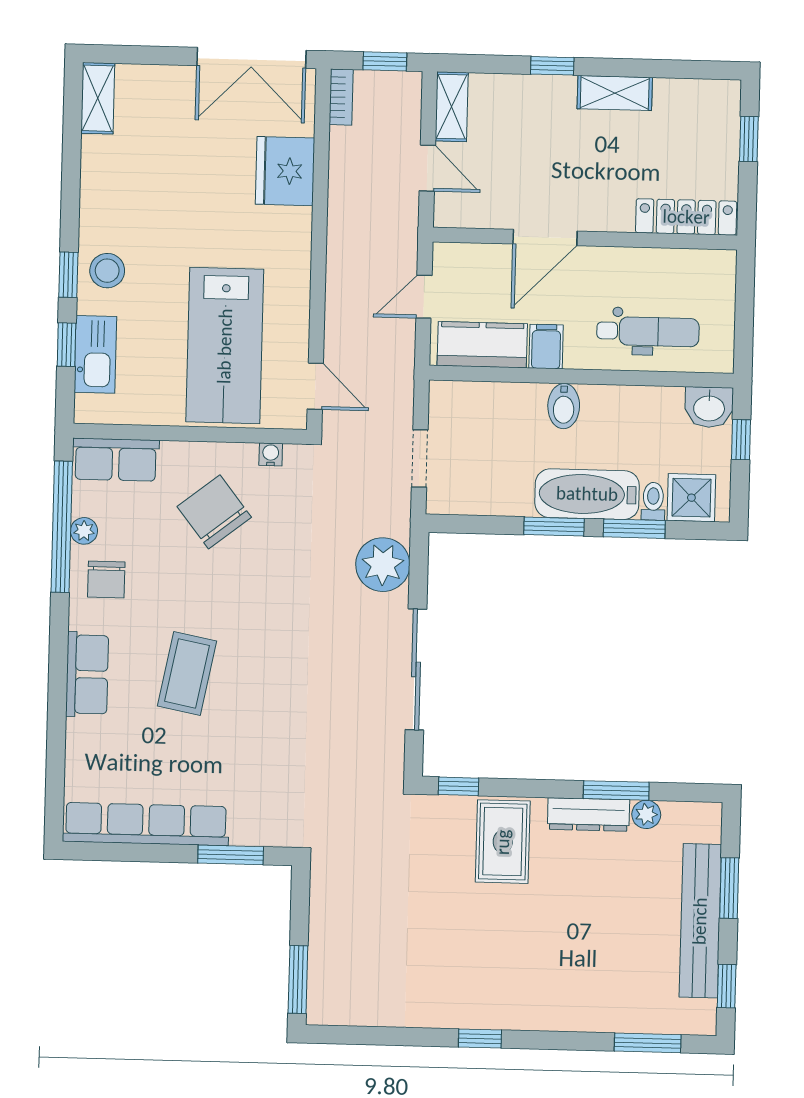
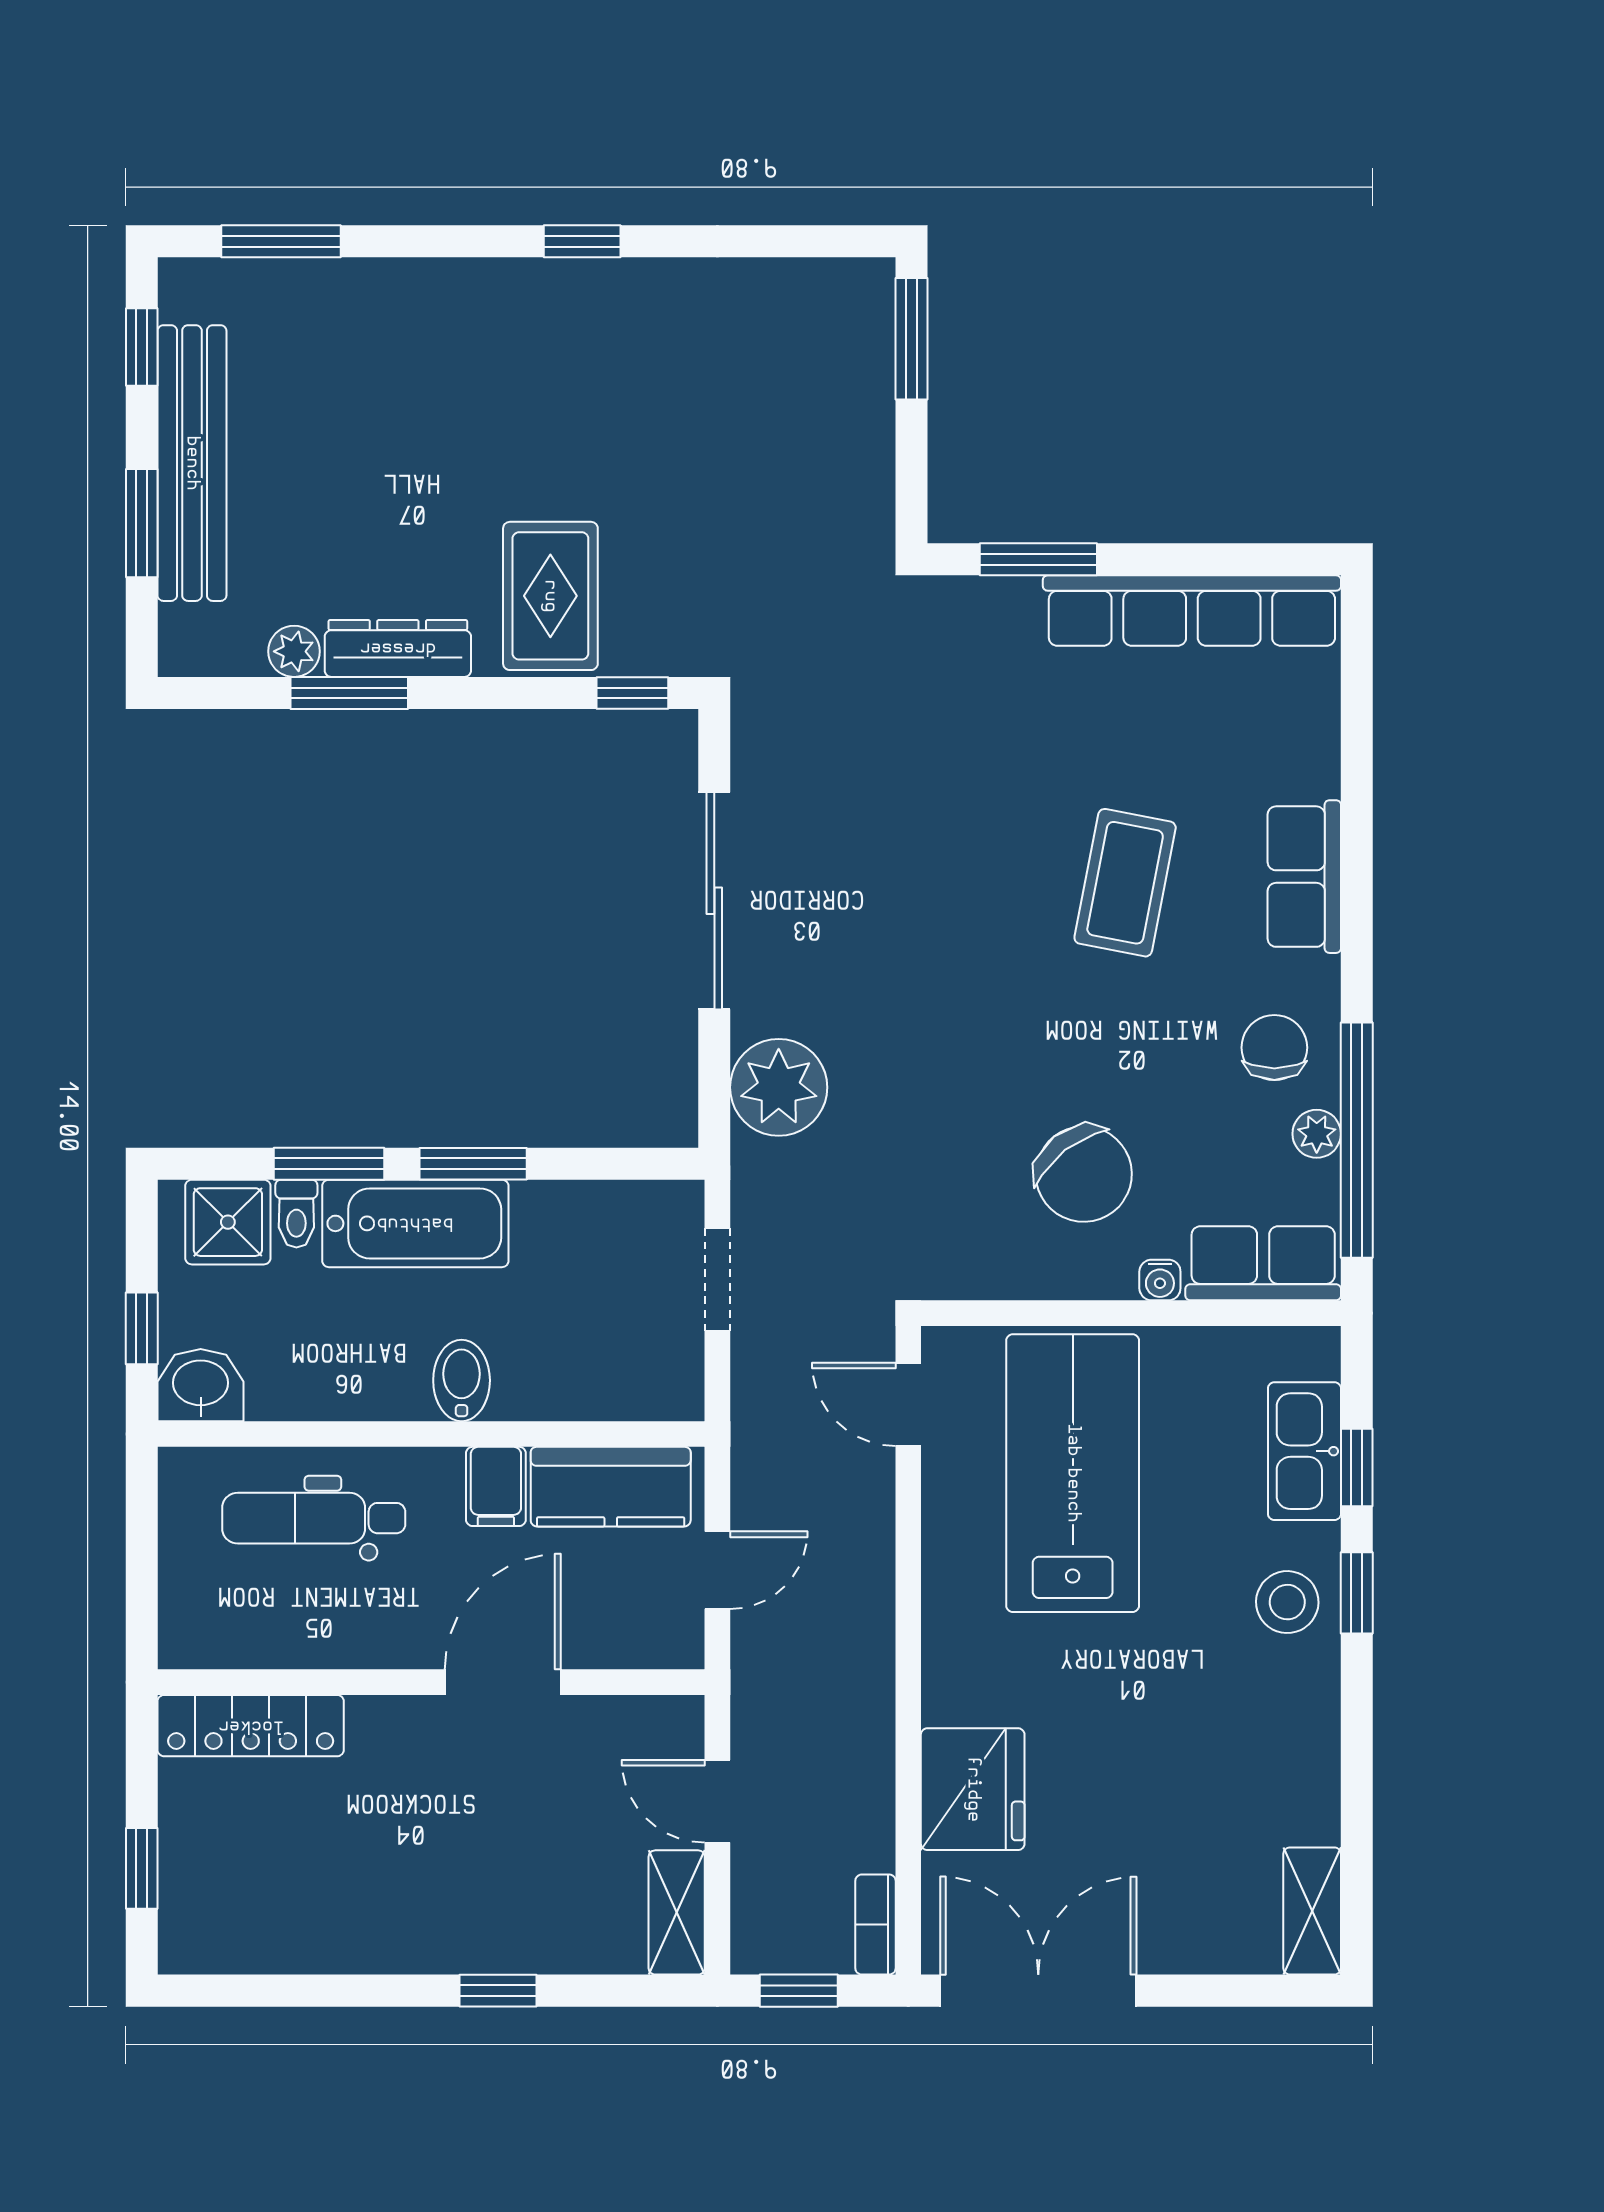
shelving: (615, 93) -> (385, 1945), removed
water cooler: (271, 454) -> (1160, 1280), moved

